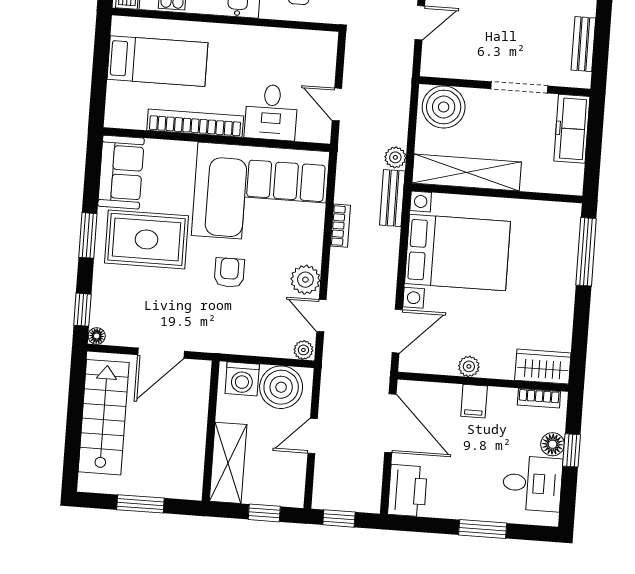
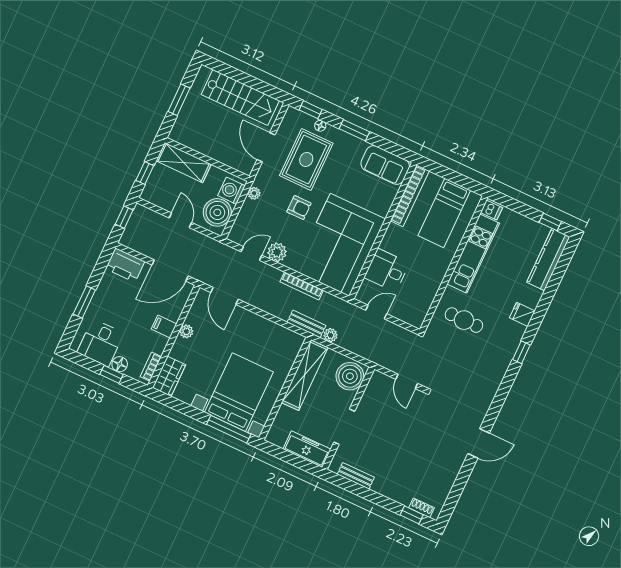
bookcase: (195, 123) -> (410, 196), moved
bookcase: (340, 226) -> (302, 286), width x1.56
rug: (147, 239) -> (306, 159), moved
bed with nightstands: (457, 253) -> (239, 392), moved, turned 180
floor lamp: (97, 336) -> (320, 126), moved
plant: (303, 350) -> (254, 193), moved

